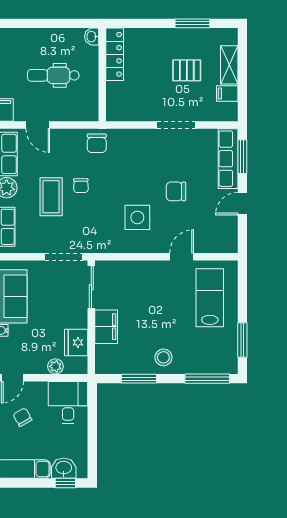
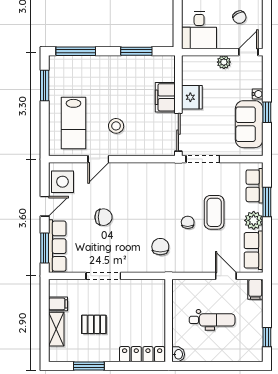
locker: (115, 54) -> (142, 354), moved, turned 90
chair: (97, 143) -> (160, 247), moved
side table: (137, 217) -> (62, 182), moved
fridge: (76, 342) -> (192, 97), moved
stool: (163, 357) -> (116, 126), moved
plant: (55, 366) -> (224, 62), moved

